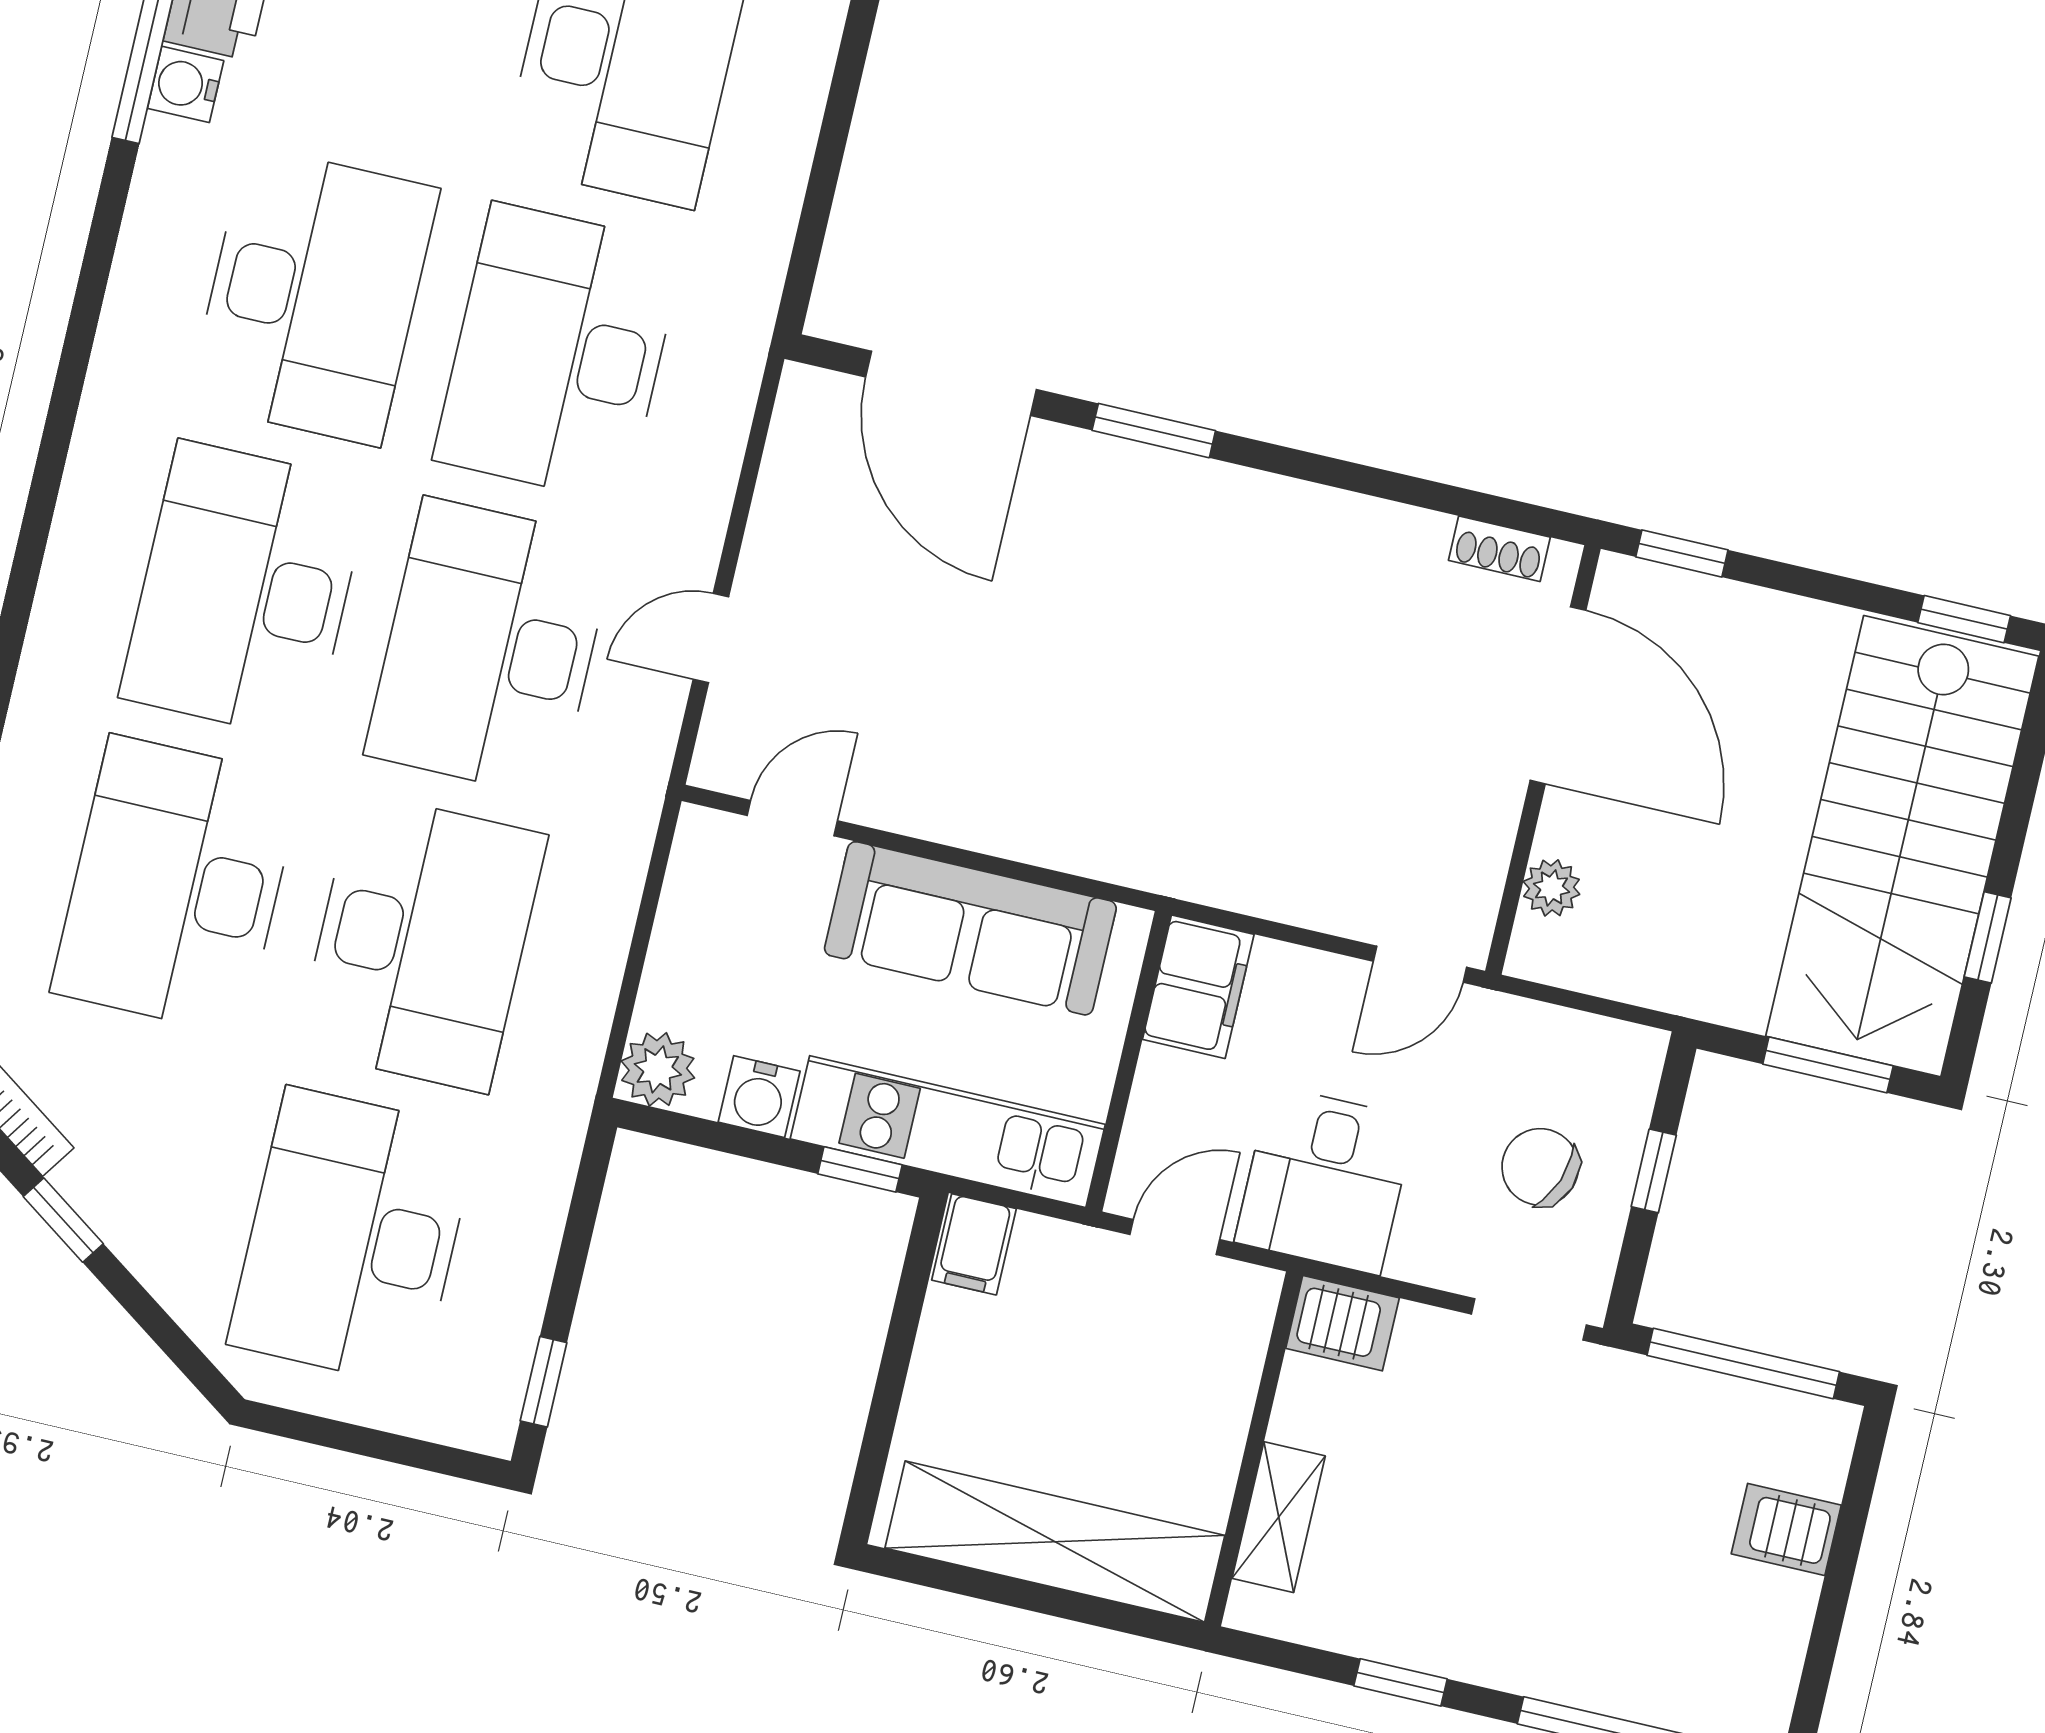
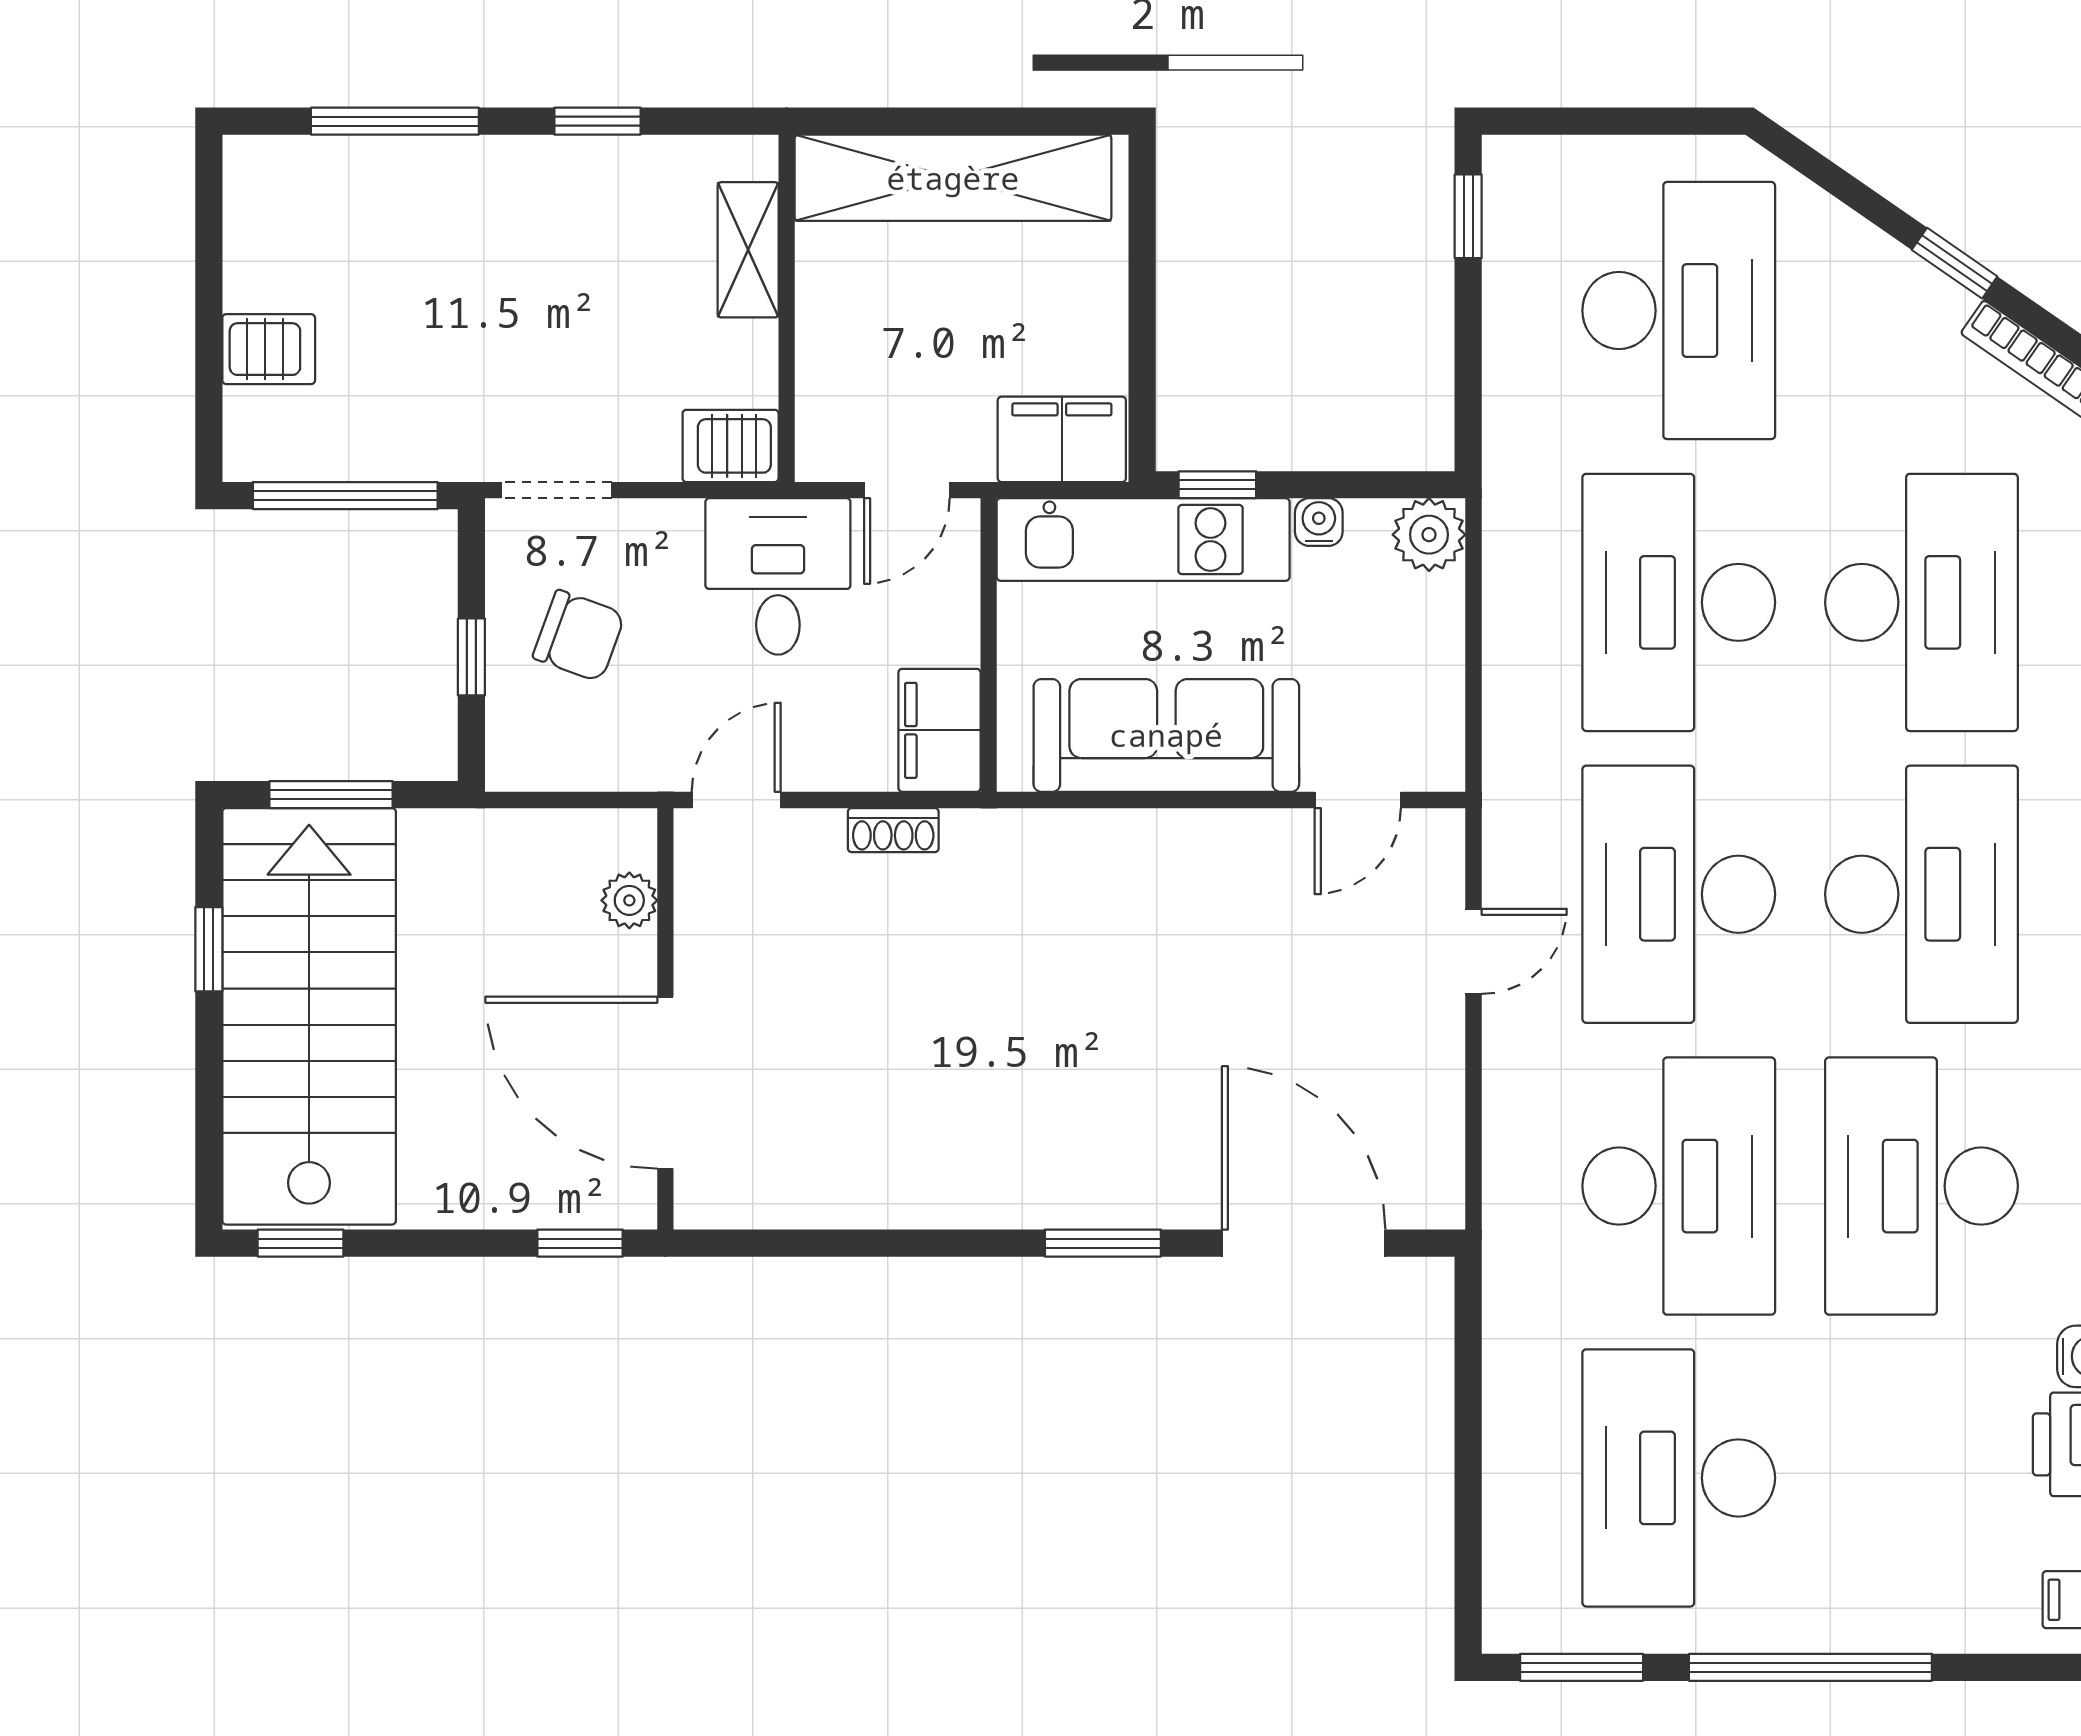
shoe rack: (1499, 549) -> (893, 830), moved, turned 180
desk: (490, 647) -> (1679, 894), turned 180
water cooler: (759, 1097) -> (1319, 522), width x0.72, depth x0.72
filing cabinet: (974, 1244) -> (1062, 439), width x2.00

